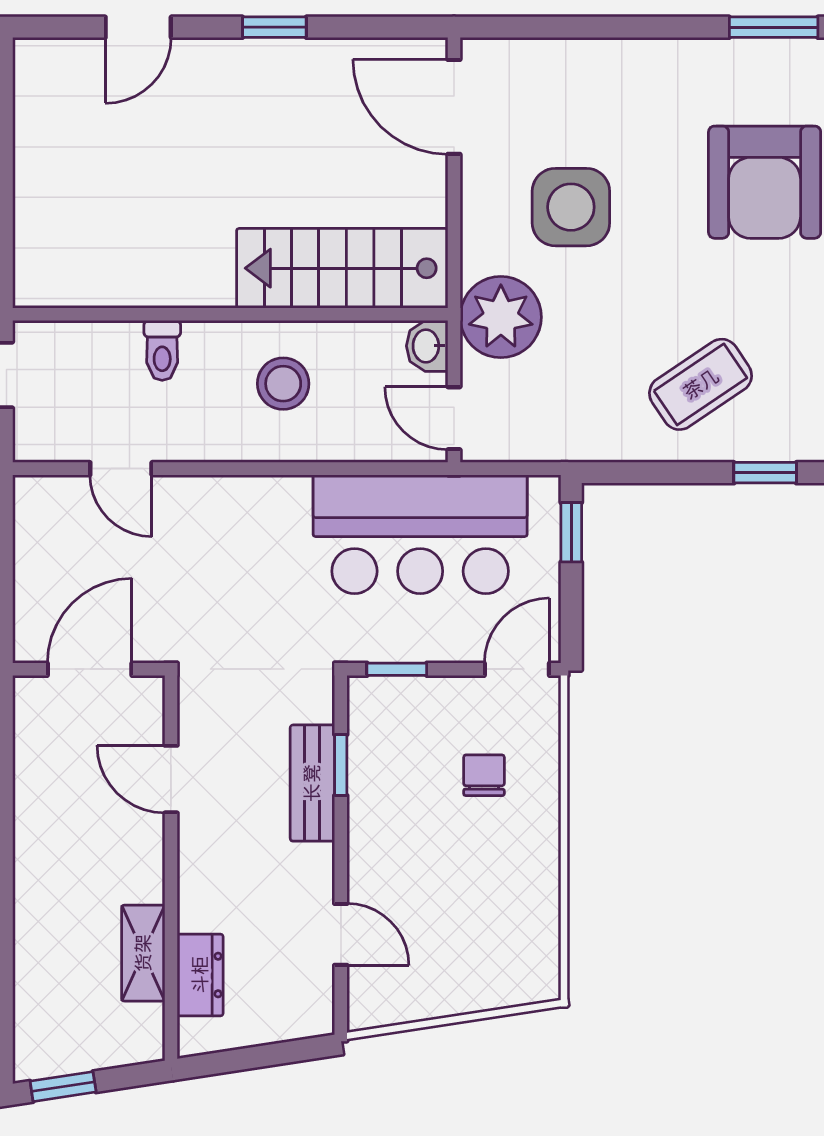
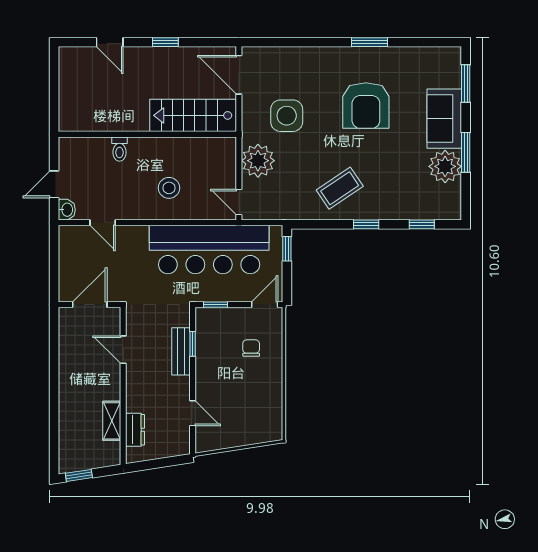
door: (138, 27) -> (110, 42), hinge flipped
stairs: (342, 268) -> (193, 115), moved
wall: (230, 314) -> (147, 134), moved
washbasin: (427, 346) -> (67, 210), moved, turned 180
toilet: (162, 350) -> (119, 149), moved
bar counter: (420, 534) -> (209, 249), width x1.36

